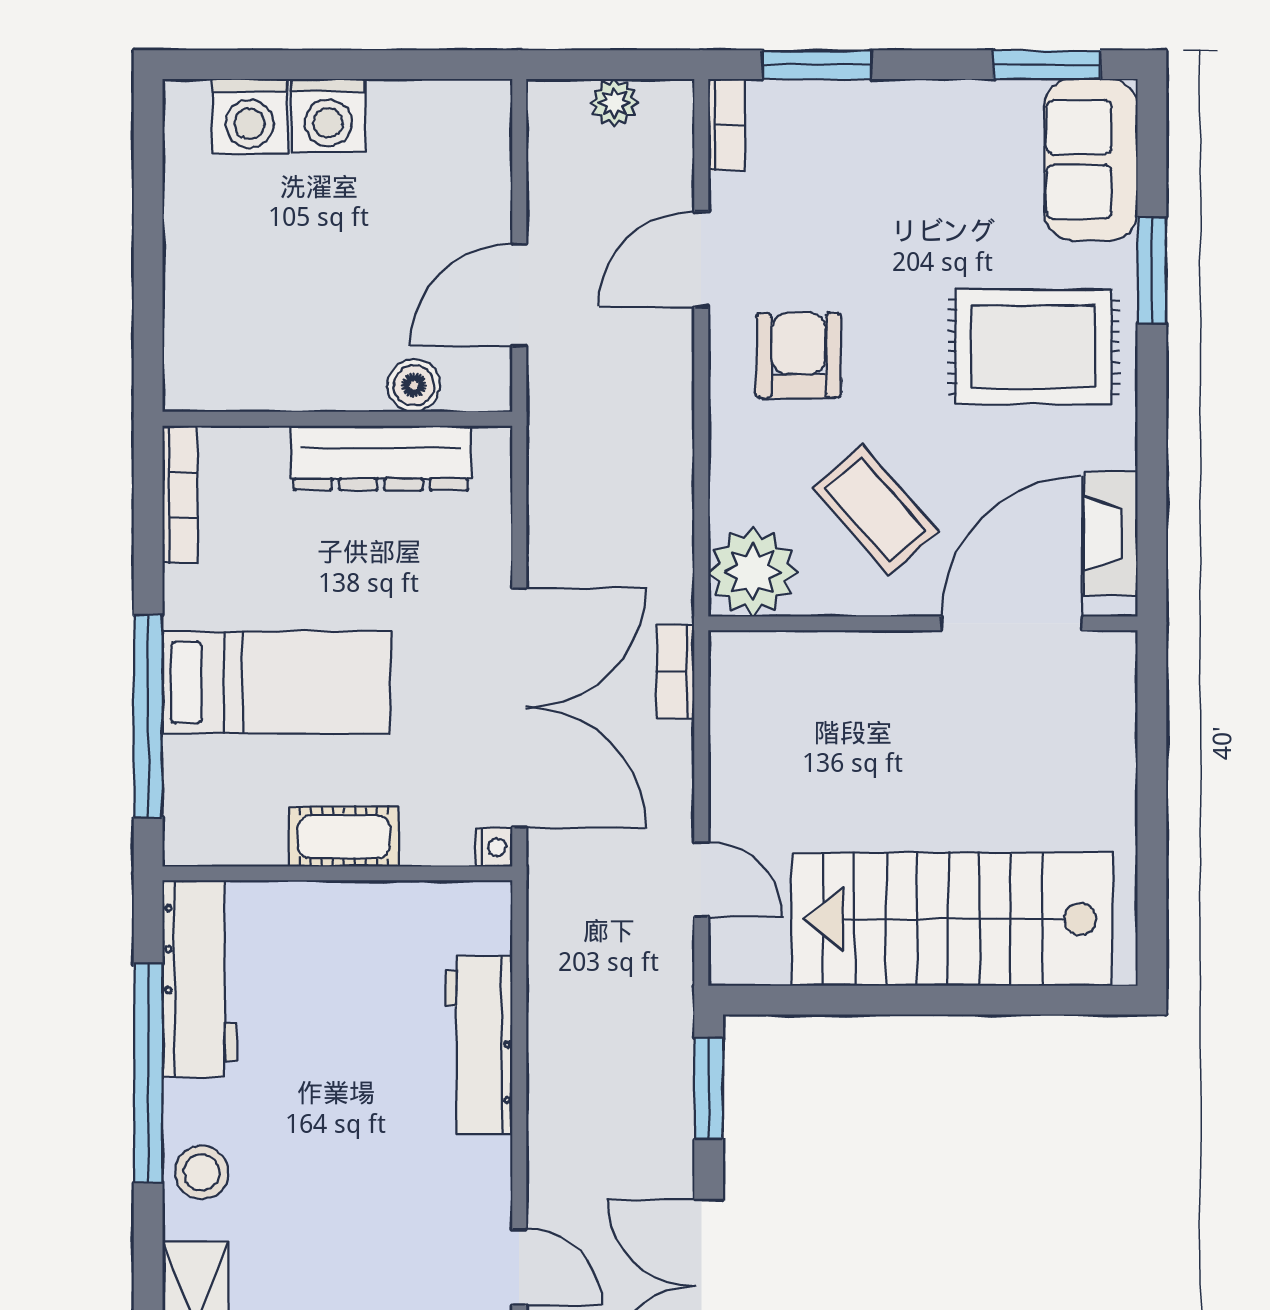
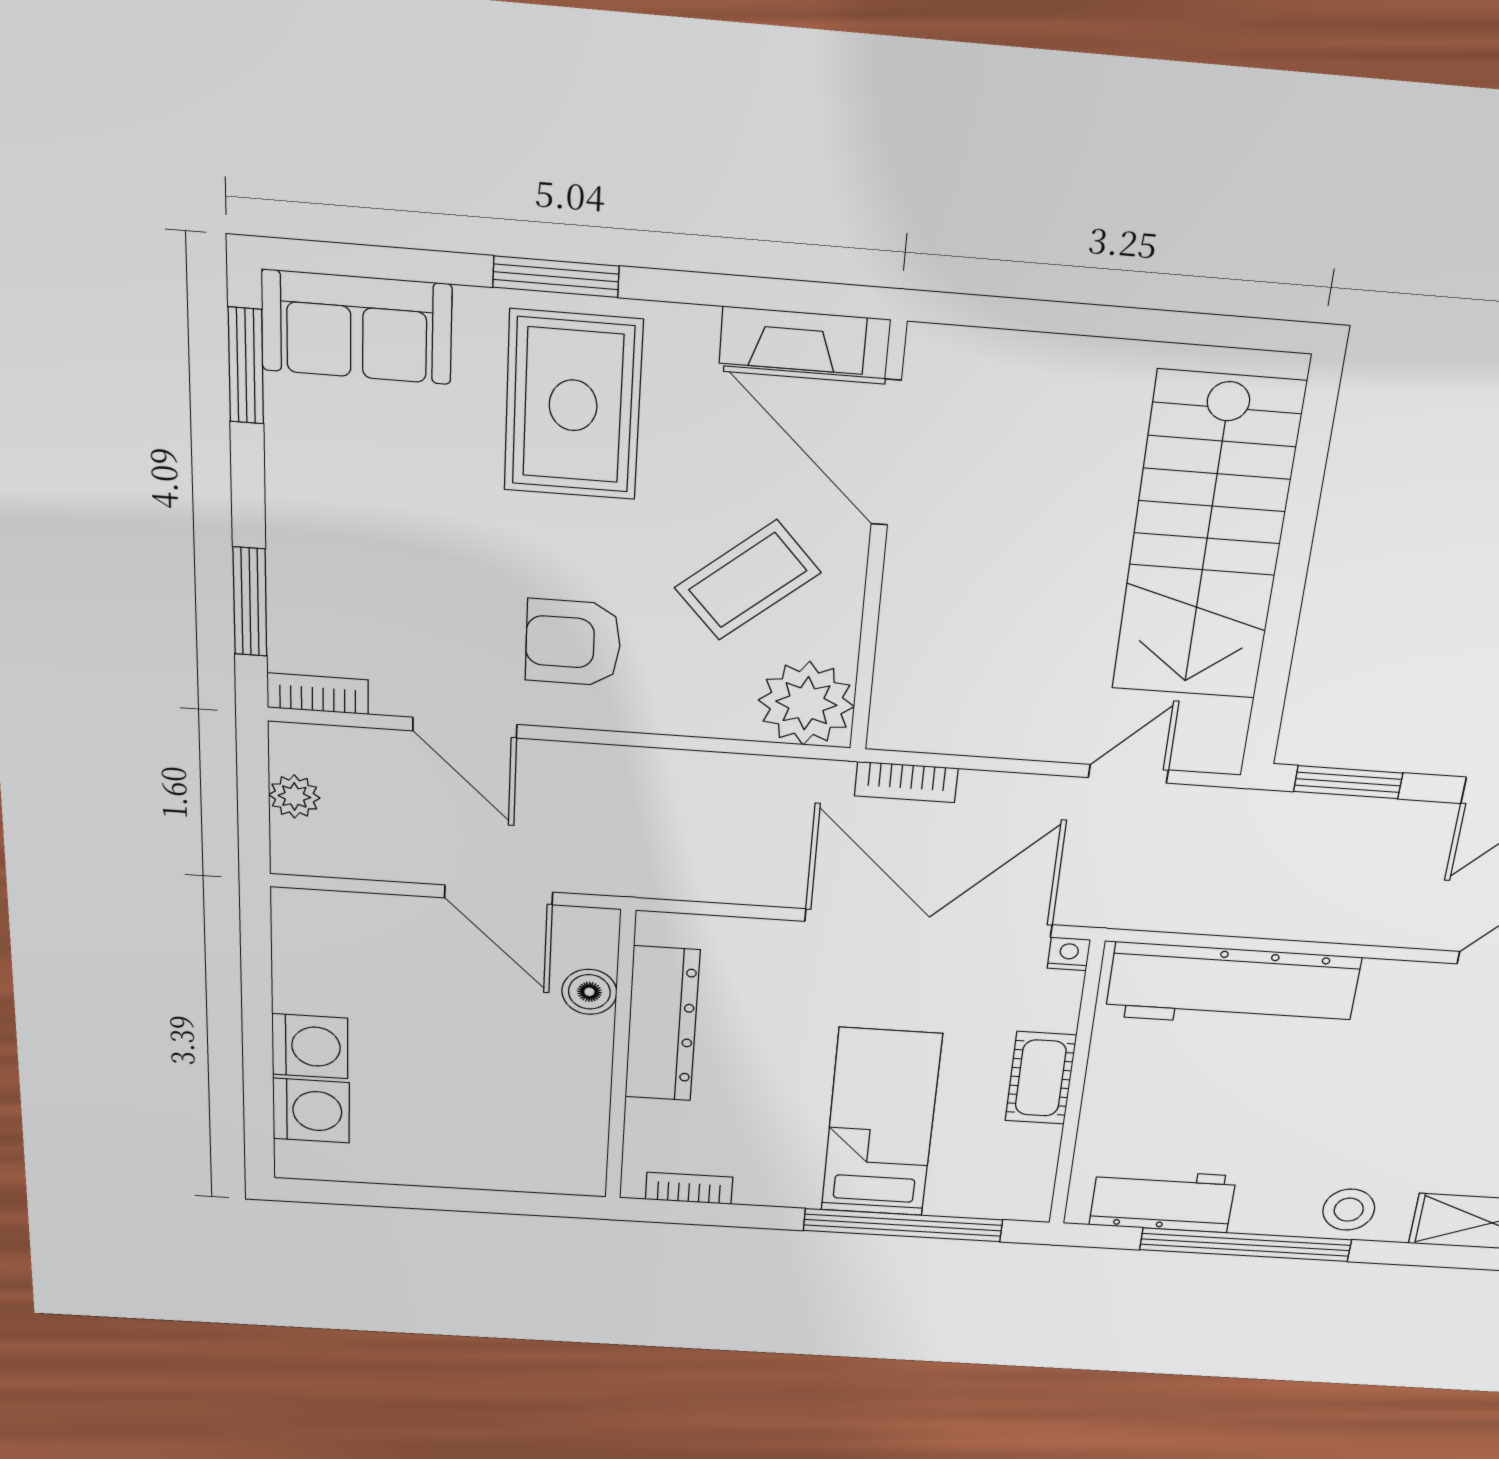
window: (1152, 270) -> (556, 277), moved
bookcase: (180, 495) -> (689, 1188), width x0.64
workbench: (199, 979) -> (1163, 1200), width x0.73
workbench: (479, 1045) -> (1233, 987), width x1.36, depth x1.32

